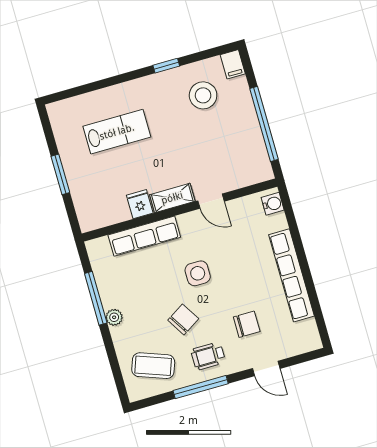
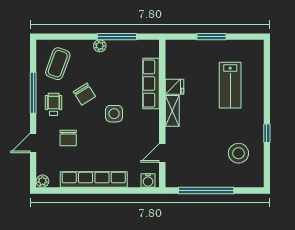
filing cabinet: (233, 64) -> (254, 180), removed
door: (211, 201) -> (162, 153), moved
plant: (313, 342) -> (42, 181), added

